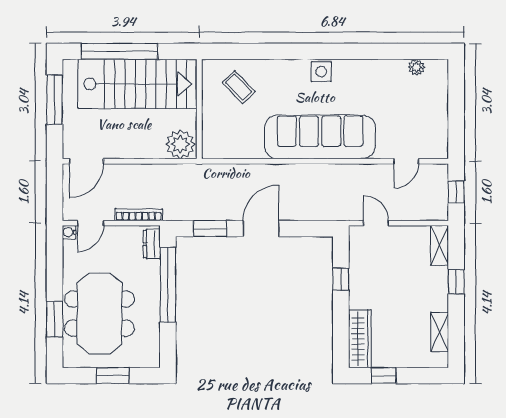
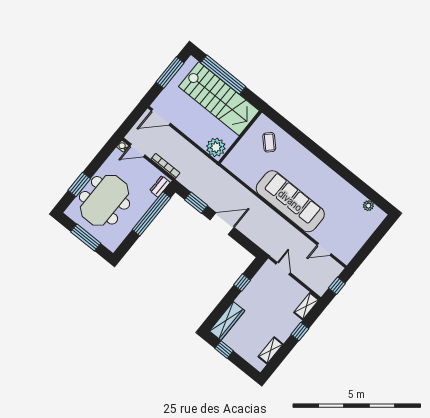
side table: (321, 72) -> (318, 168), removed
window: (113, 376) -> (86, 237), width x1.44

